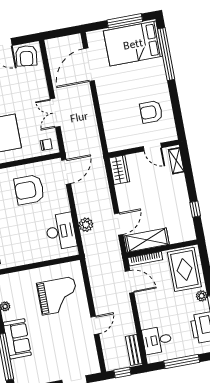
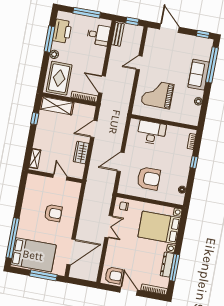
window: (125, 21) -> (43, 275), moved
armchair: (26, 56) -> (114, 276), turned 83
armchair: (151, 112) -> (53, 213), moved
door: (152, 147) -> (60, 177), moved
wardrobe: (119, 170) -> (81, 153), moved
door: (66, 172) -> (121, 162), moved
plant: (86, 225) -> (118, 138), removed
desk: (61, 231) -> (152, 133), moved, turned 90
shelving: (147, 240) -> (57, 106), moved

